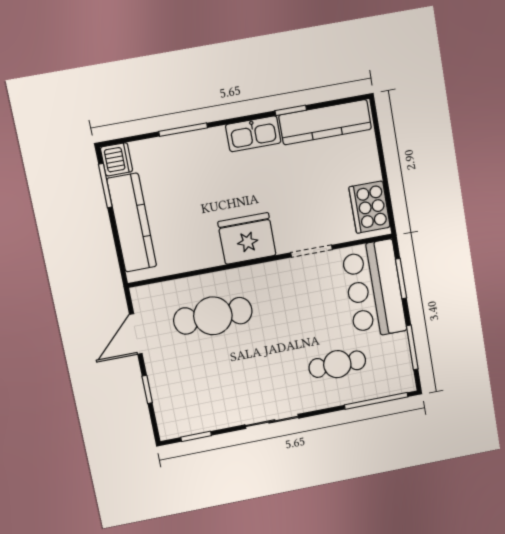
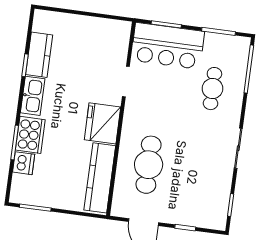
kitchen counter: (325, 122) -> (39, 55), width x0.67
dishwasher: (117, 159) -> (24, 163), moved, turned 90
cooker: (370, 207) -> (30, 135), moved, turned -90
kitchen counter: (132, 223) -> (100, 178), moved, turned -90

